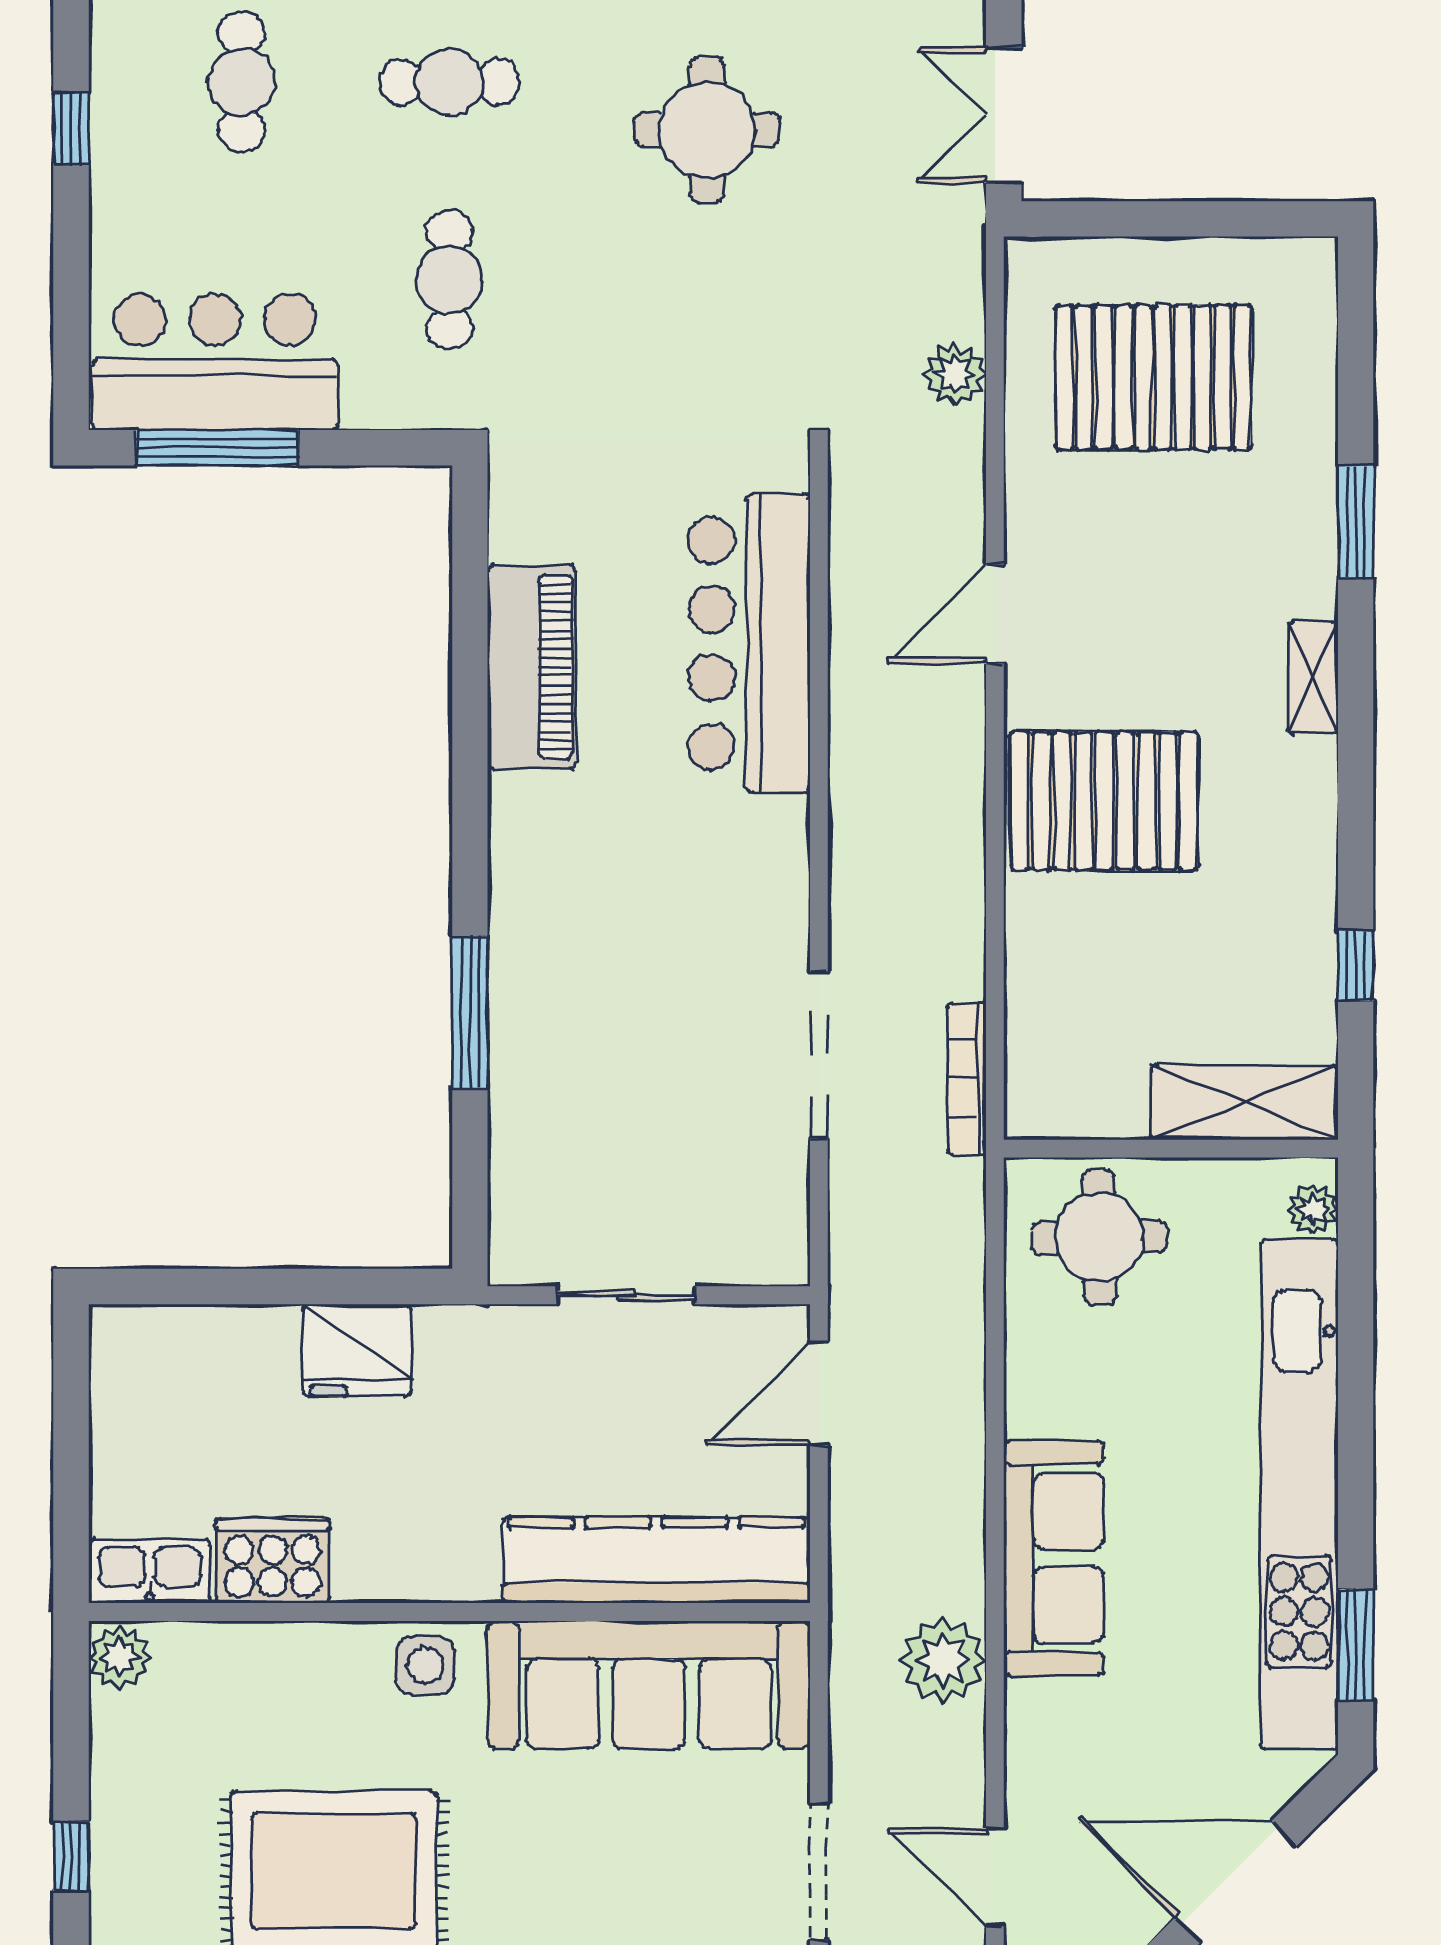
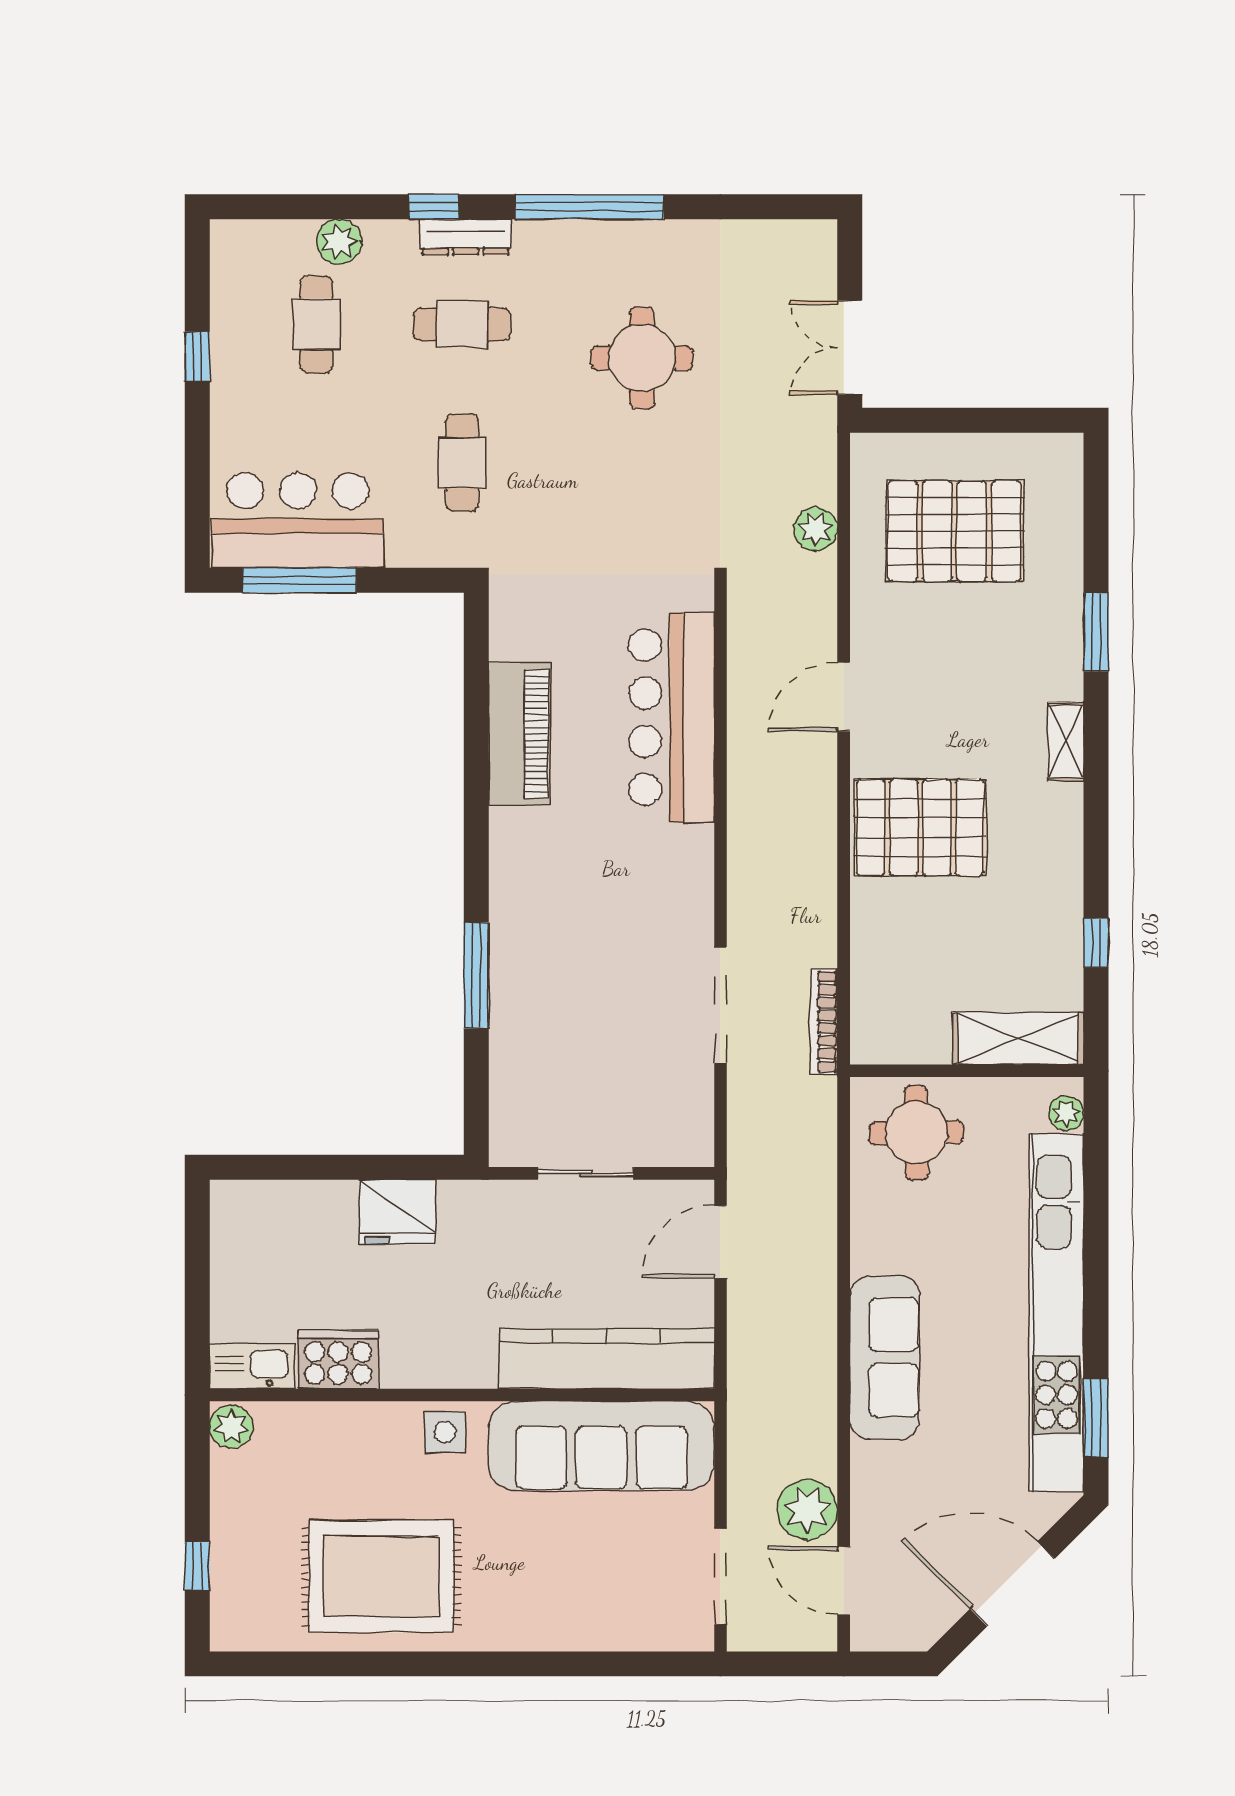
plant: (943, 1660) -> (807, 1510), moved

